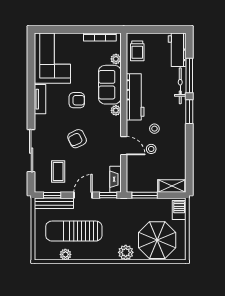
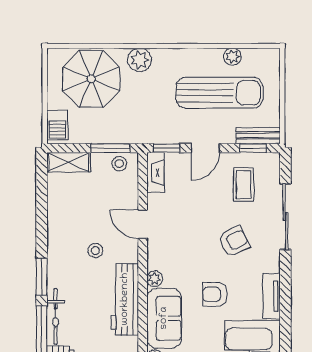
armchair: (77, 139) -> (234, 241), moved
stool: (151, 149) -> (119, 164), moved
bench: (54, 203) -> (258, 136), width x0.73

